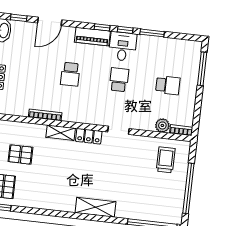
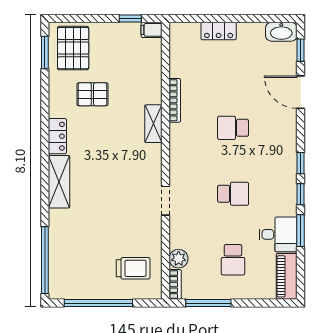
piano: (92, 37) -> (287, 276), moved
desk: (123, 46) -> (278, 234), moved
window: (202, 69) -> (208, 303), moved
locker: (89, 136) -> (57, 136), moved, turned 180
pallet: (20, 154) -> (92, 94), moved, turned 90

